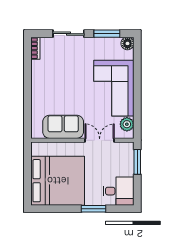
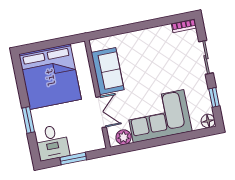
window: (107, 34) -> (214, 97), width x0.67
window: (137, 162) -> (73, 159), moved

